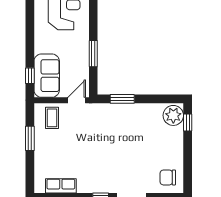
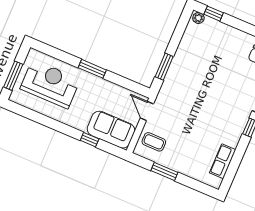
window: (93, 54) -> (92, 69), moved
window: (30, 76) -> (90, 140), moved
plant: (173, 115) -> (198, 18), width x0.53, depth x0.53

